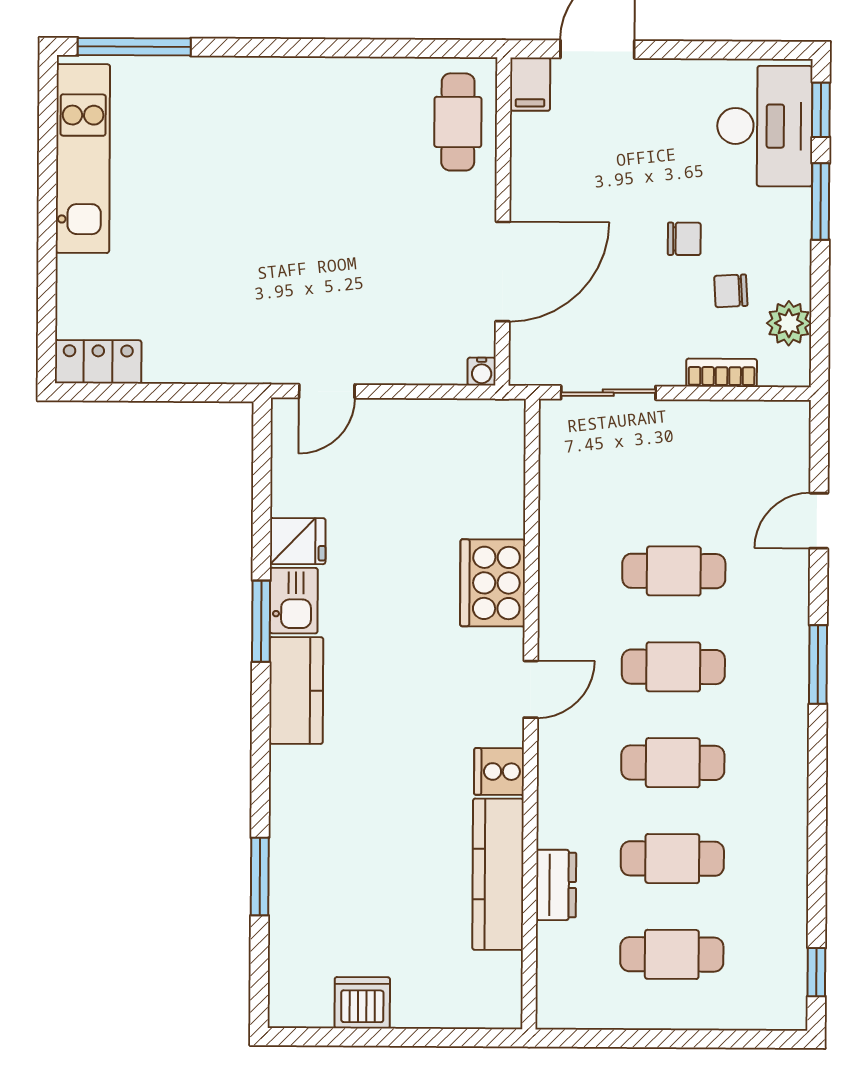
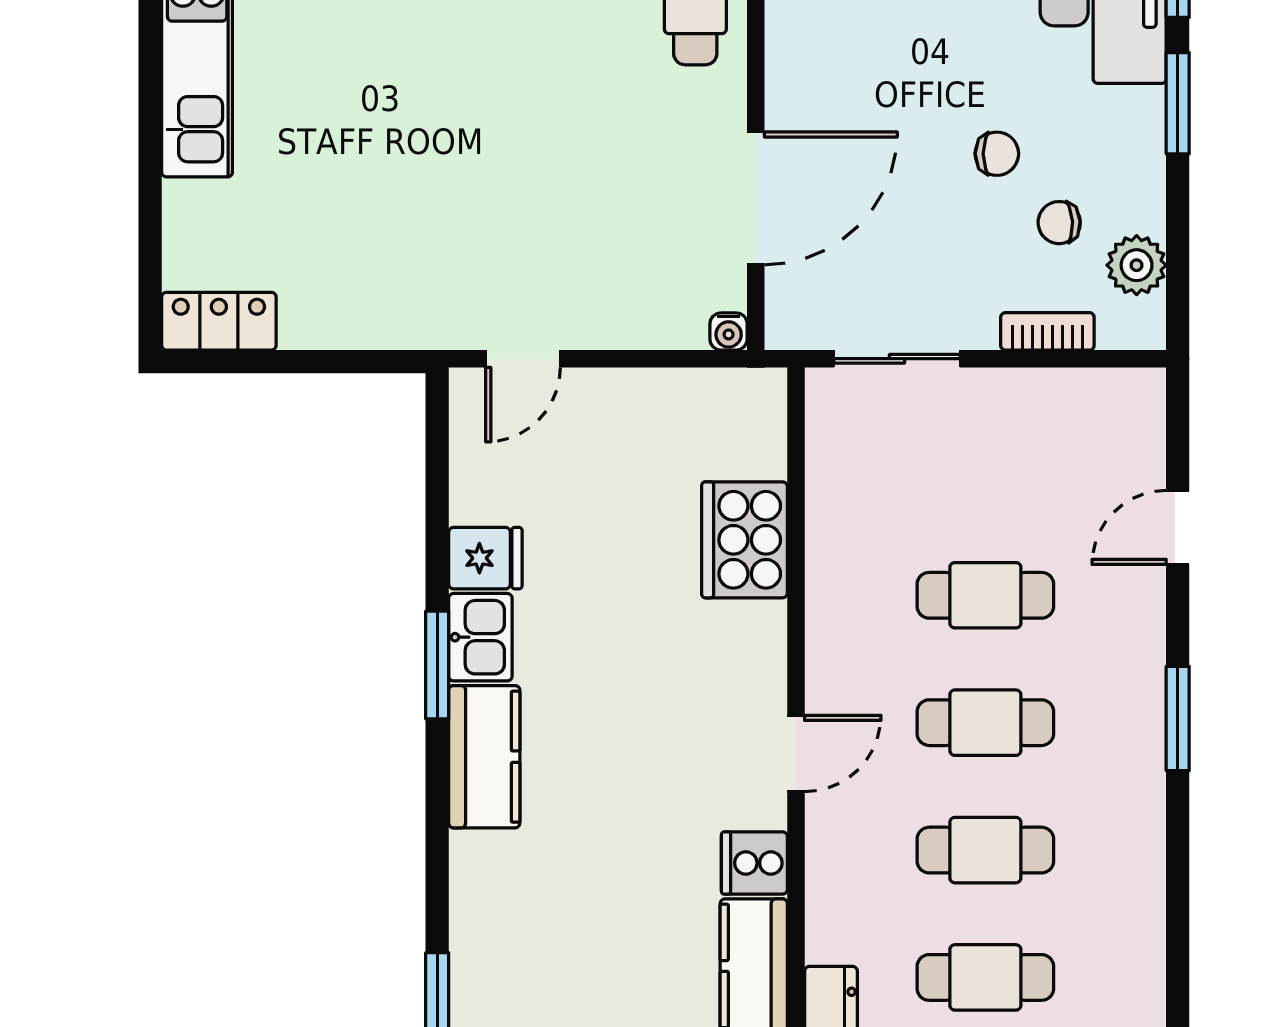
cooker: (493, 583) -> (745, 540), moved

